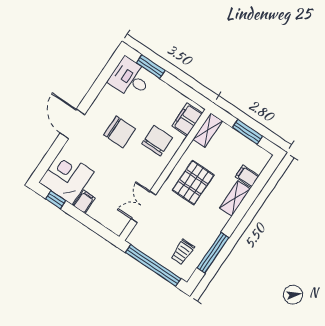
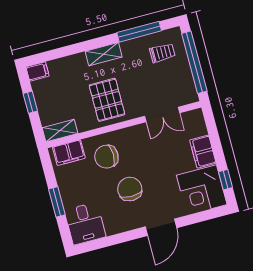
window: (151, 67) -> (57, 202), moved
window: (247, 132) -> (30, 102), width x0.67
filing cabinet: (247, 176) -> (38, 71), moved, turned -90
pallet: (193, 183) -> (107, 100), turned 90
shelving: (235, 198) -> (104, 54), moved
filing cabinet: (84, 202) -> (203, 152), width x2.00

